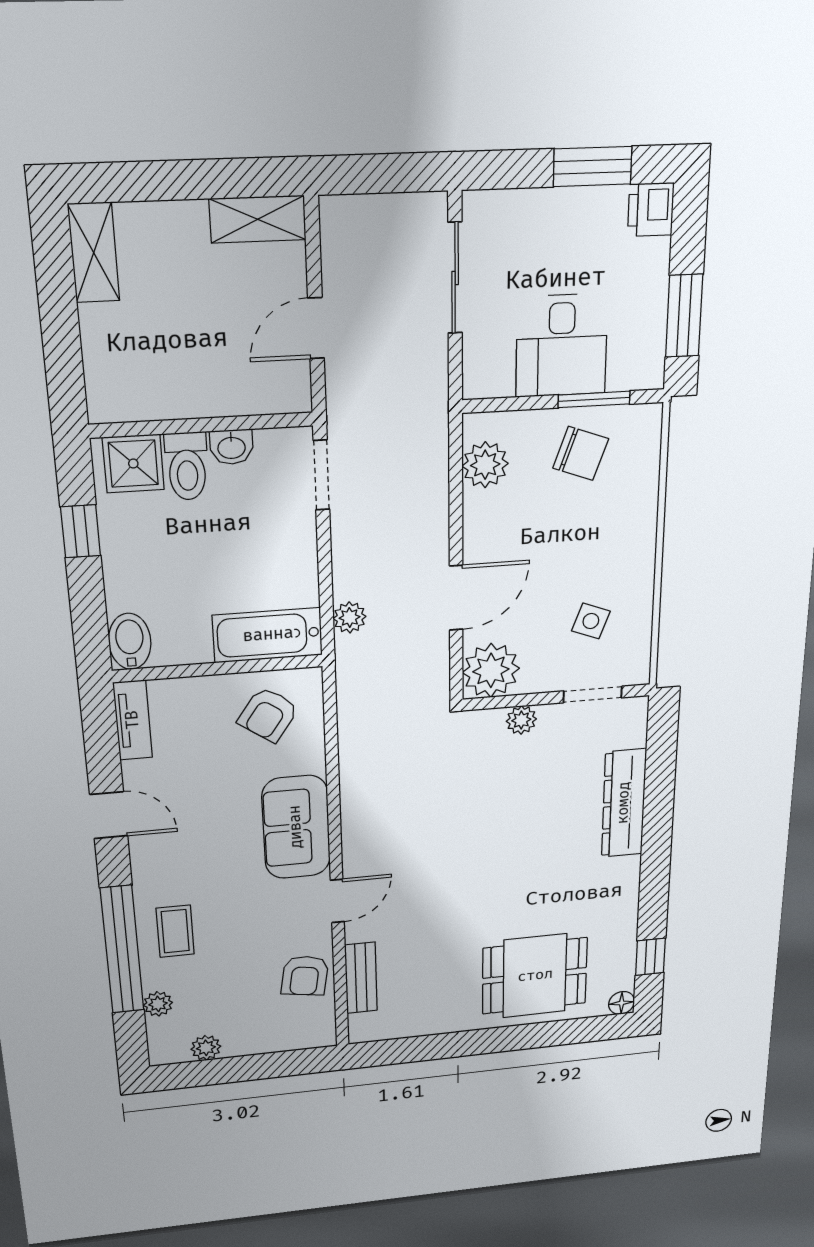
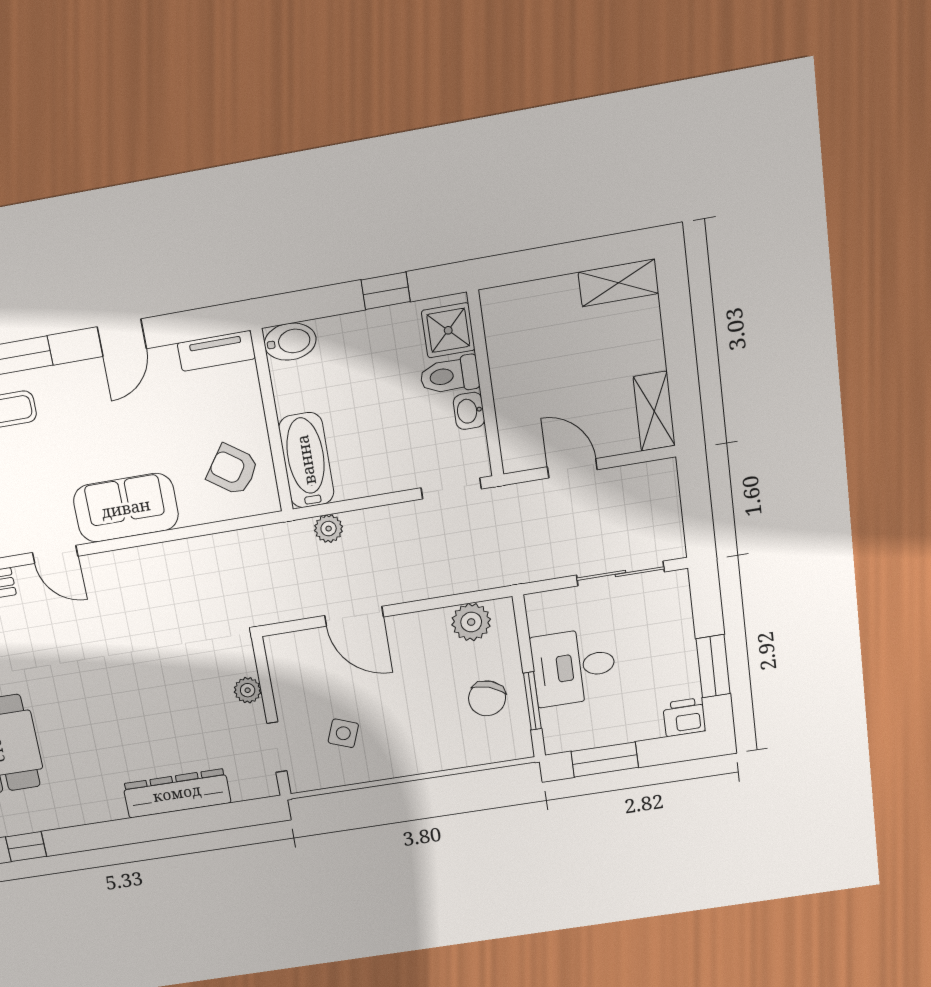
plant: (491, 670) -> (291, 656), removed

